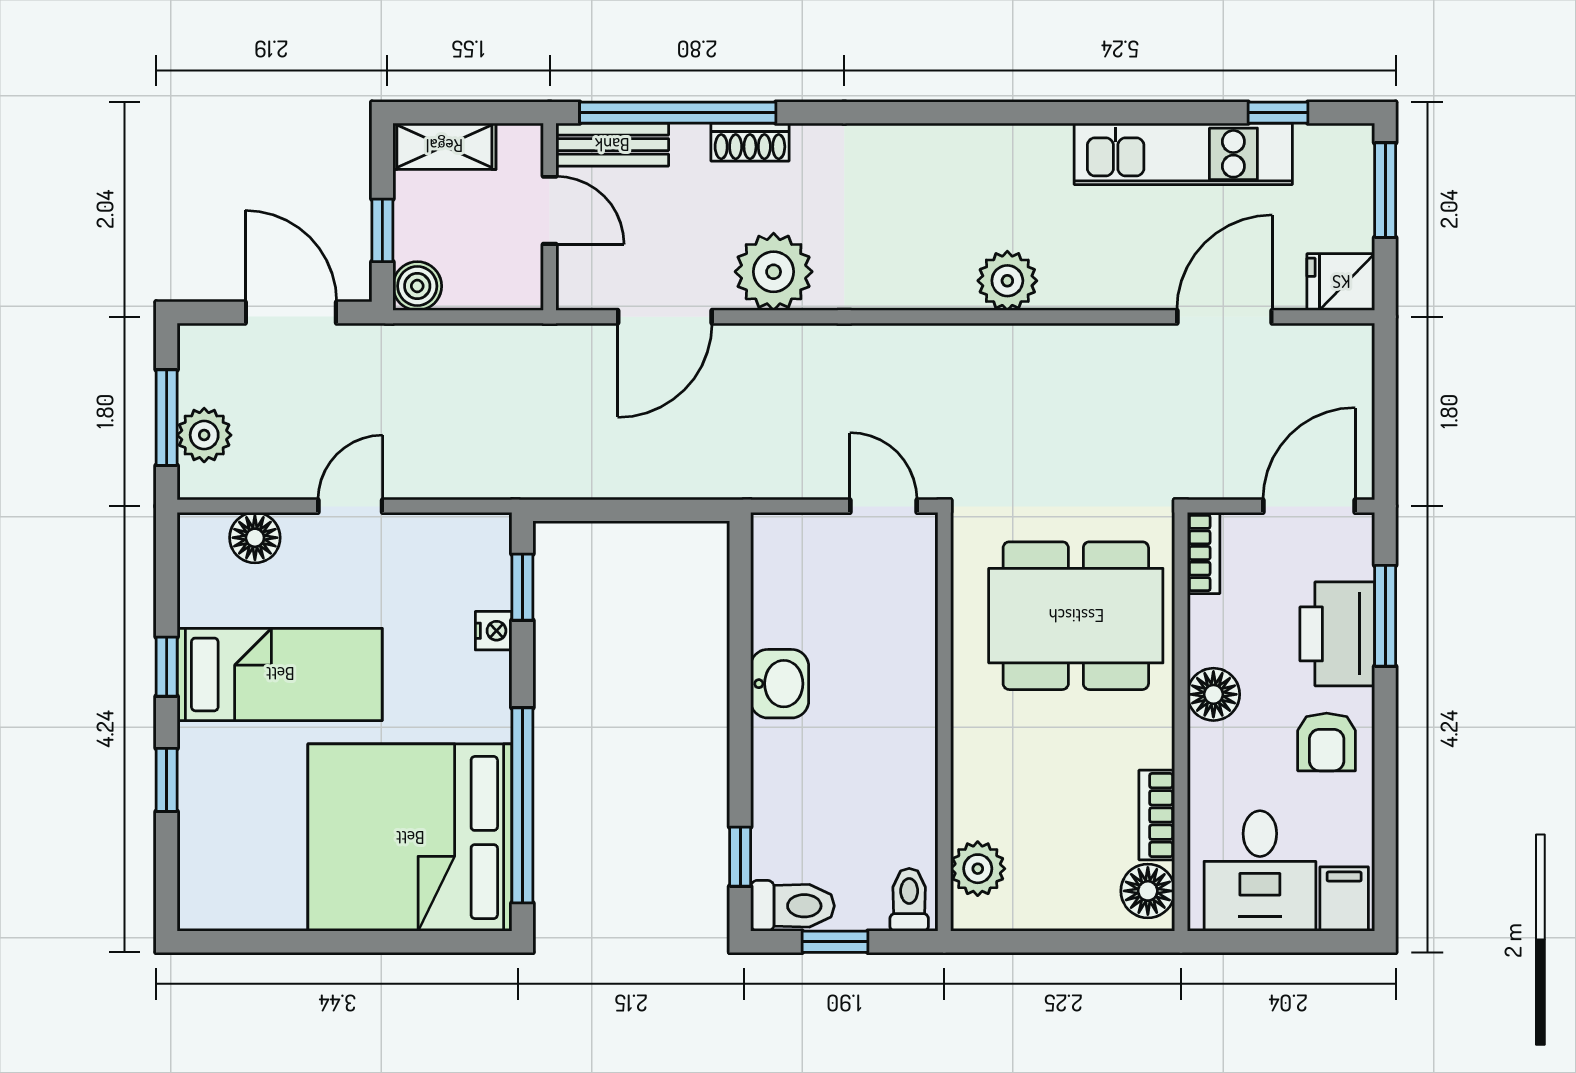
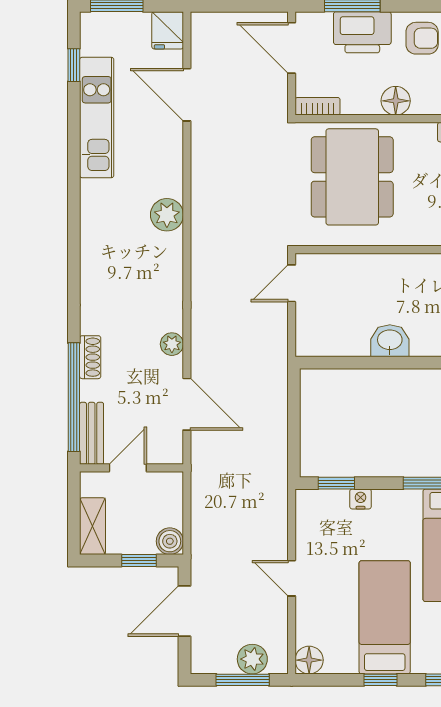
plant: (774, 272) -> (172, 344), width x0.53, depth x0.53
floor lamp: (255, 538) -> (309, 660), moved

